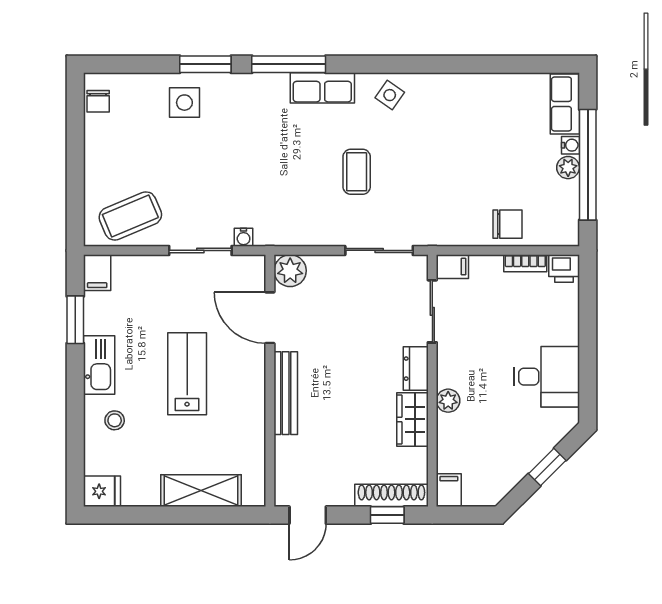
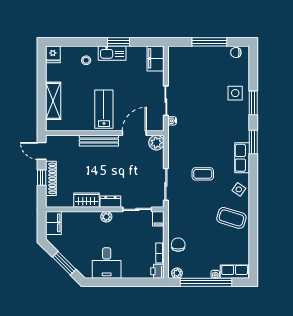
window: (289, 64) -> (253, 142), width x0.69
window: (75, 158) -> (209, 42), added
plant: (568, 168) -> (177, 273), moved
coffee table: (130, 216) -> (231, 218), moved, turned -50
chair: (507, 224) -> (178, 245), turned 180
filing cabinet: (97, 273) -> (155, 58), width x2.00
window: (75, 320) -> (118, 42), moved
lab bench: (187, 374) -> (104, 109), moved, turned -90
plant: (448, 401) -> (106, 217), moved
window: (547, 467) -> (64, 263), width x1.50
filing cabinet: (449, 490) -> (53, 223), width x2.00
shoe rack: (391, 495) -> (51, 178), moved
window: (387, 515) -> (42, 178), moved

